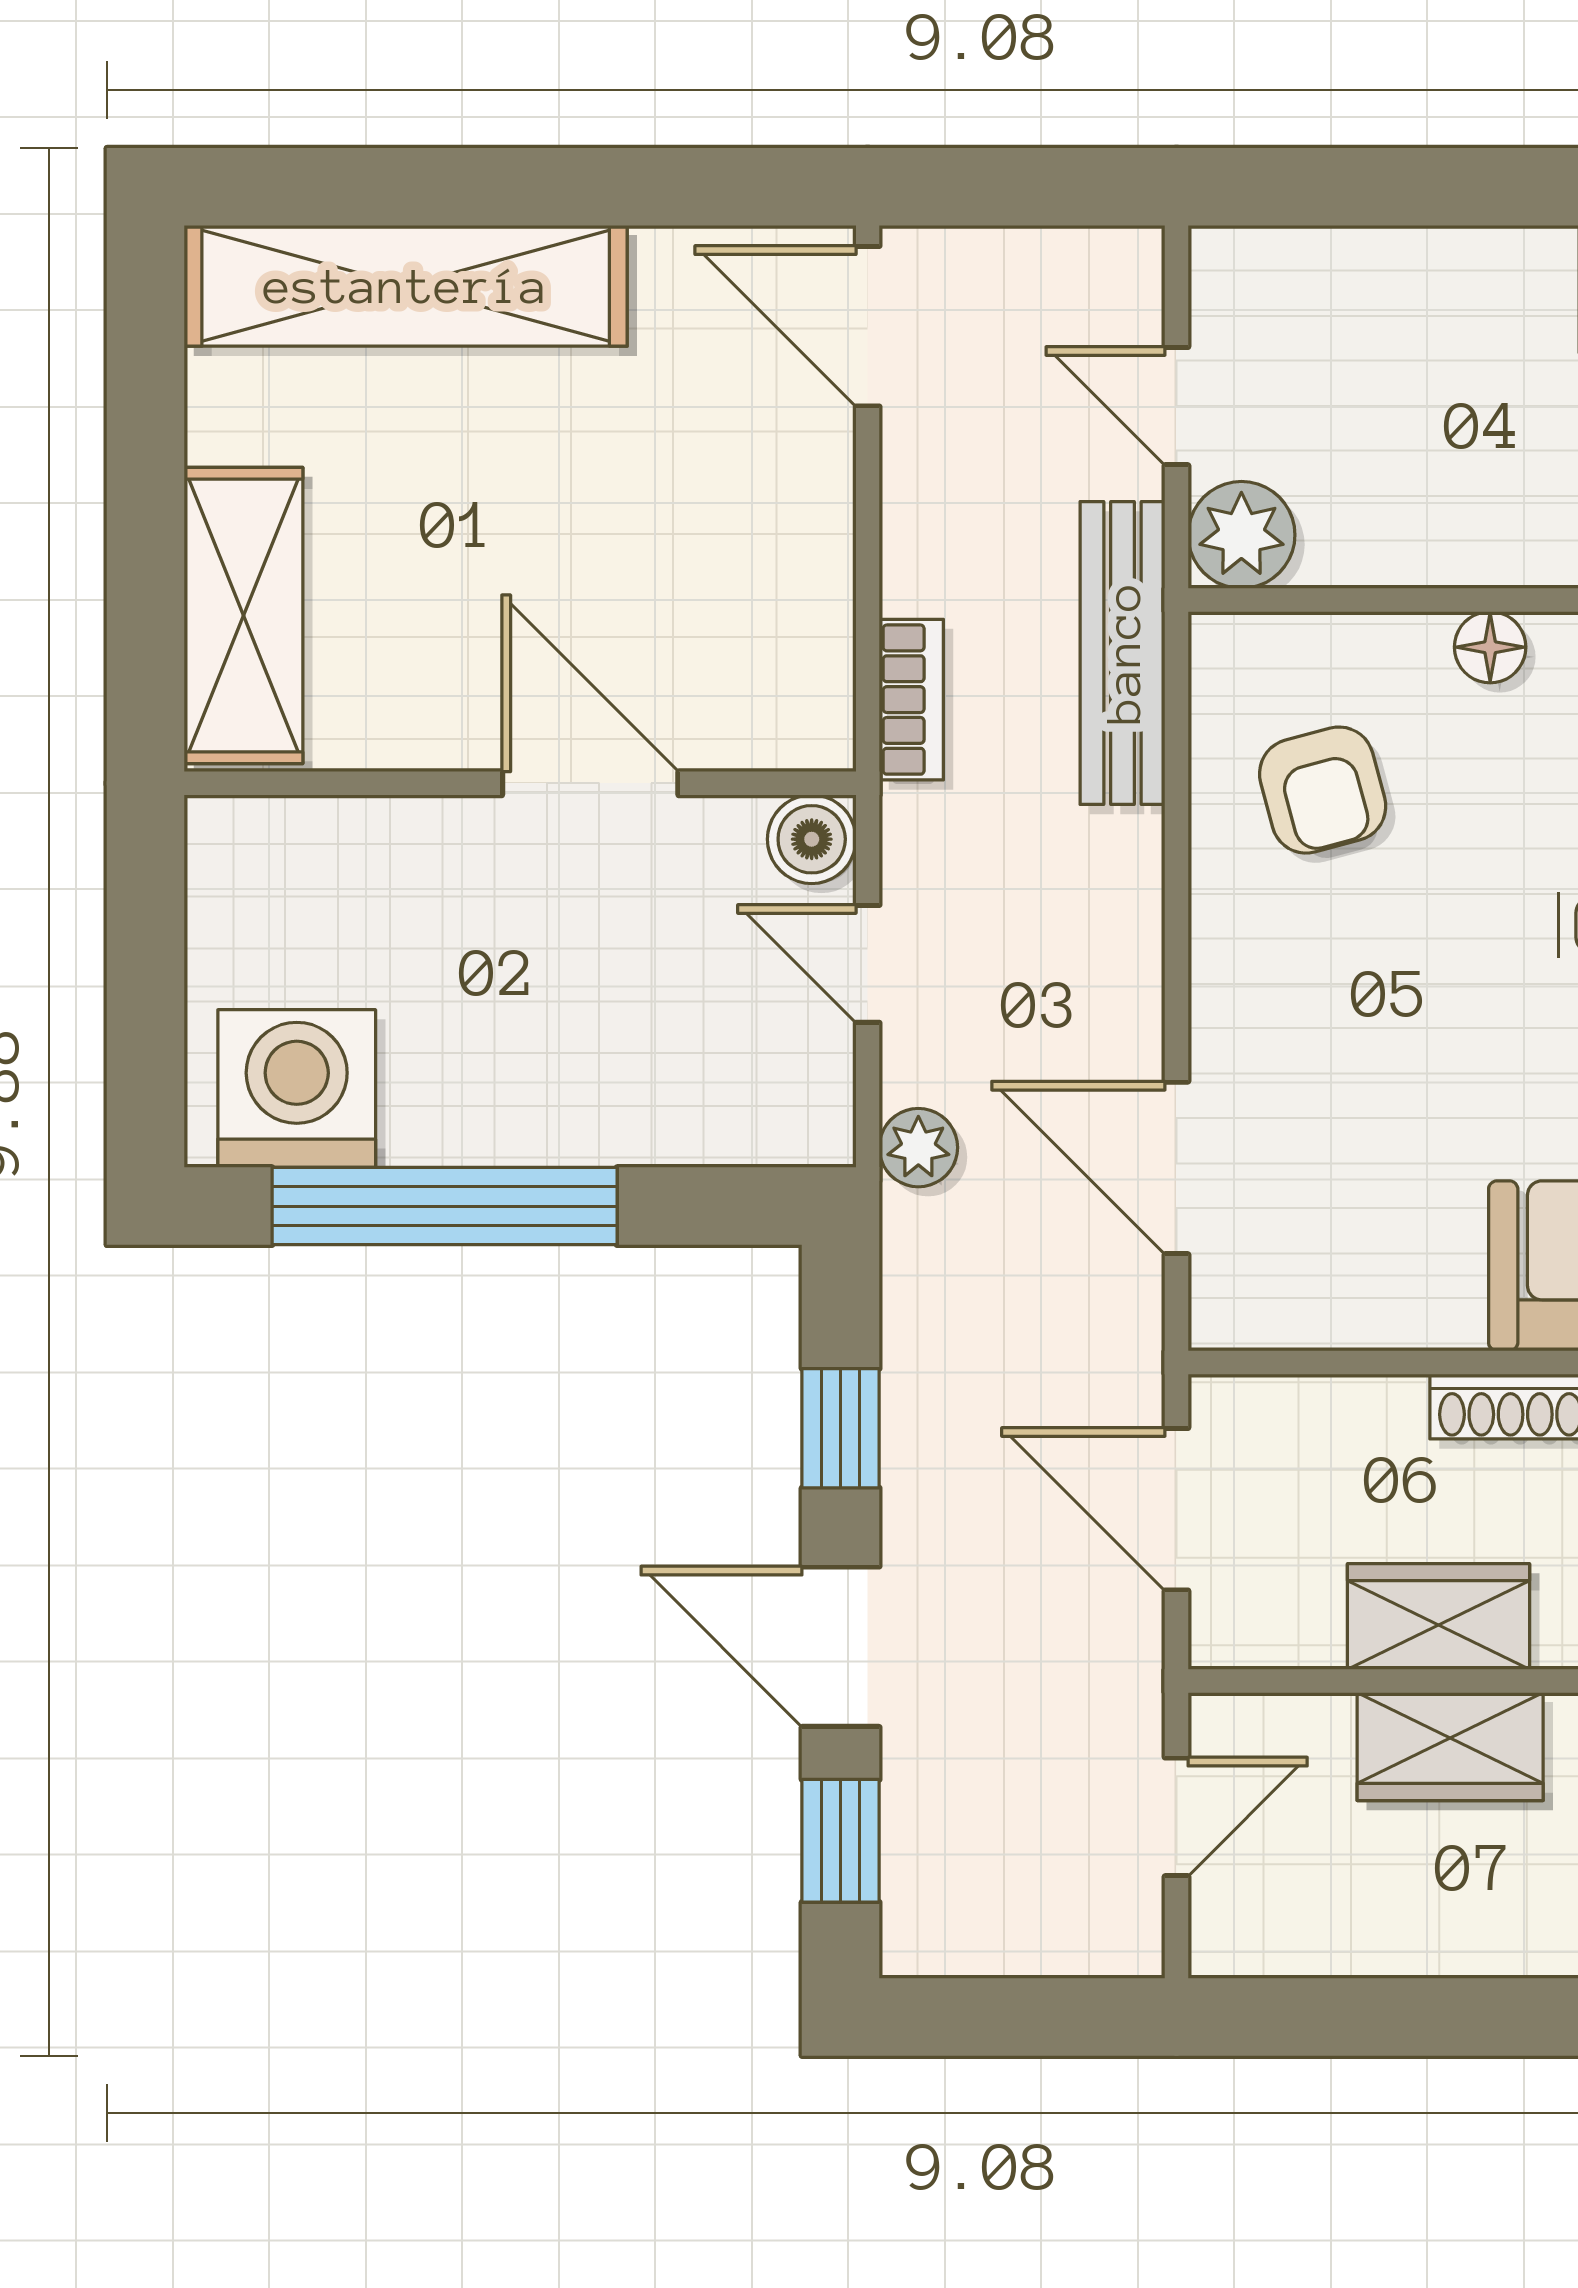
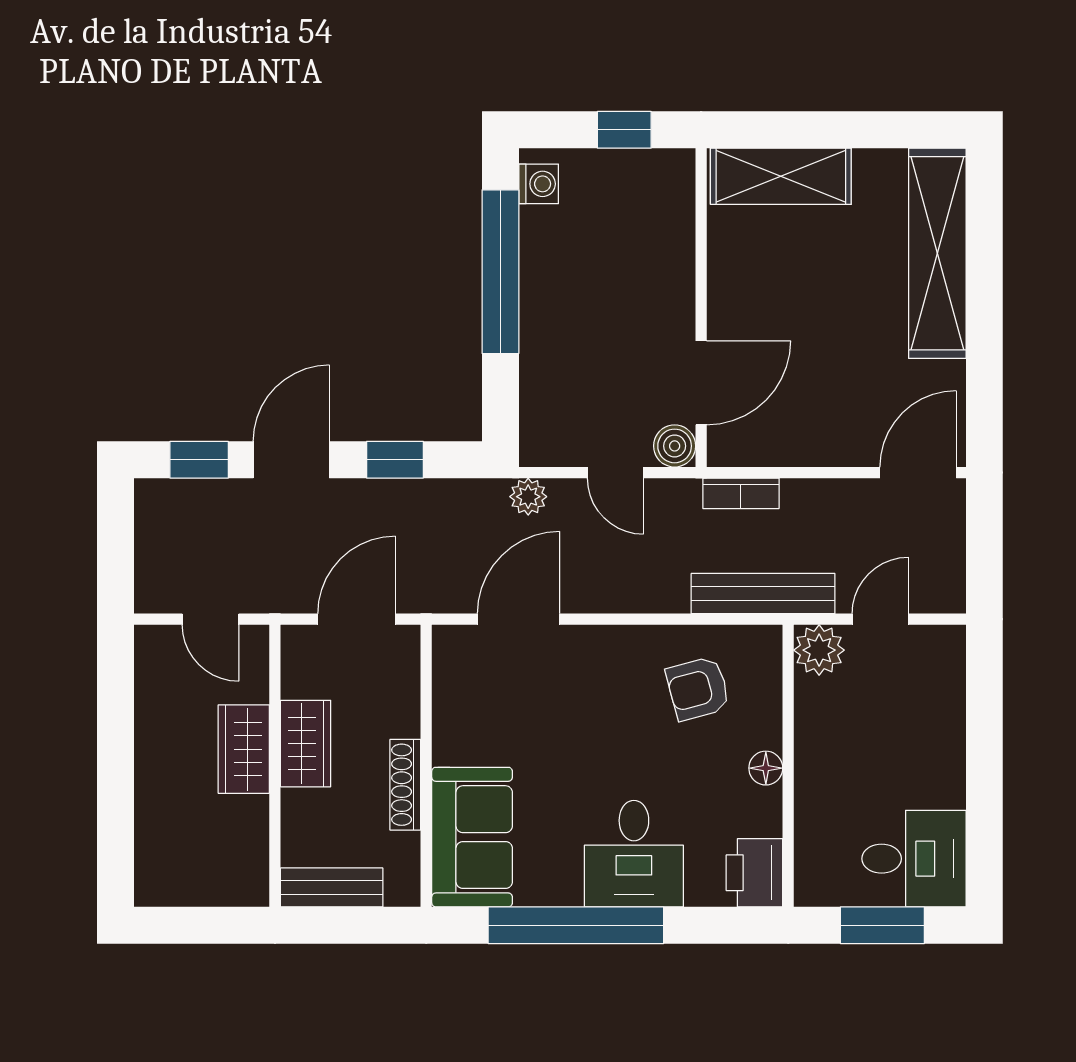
door: (590, 783) -> (701, 383), moved
window: (146, 945) -> (624, 130), added
door: (868, 964) -> (615, 473), swing flipped
washing machine: (297, 1089) -> (539, 184), width x0.53, depth x0.53

